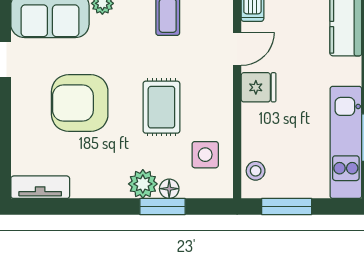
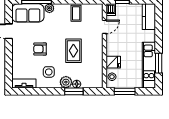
fridge: (259, 87) -> (113, 62), moved
armchair: (80, 103) -> (40, 49), width x0.53, depth x0.53
side table: (205, 155) -> (49, 72), moved

